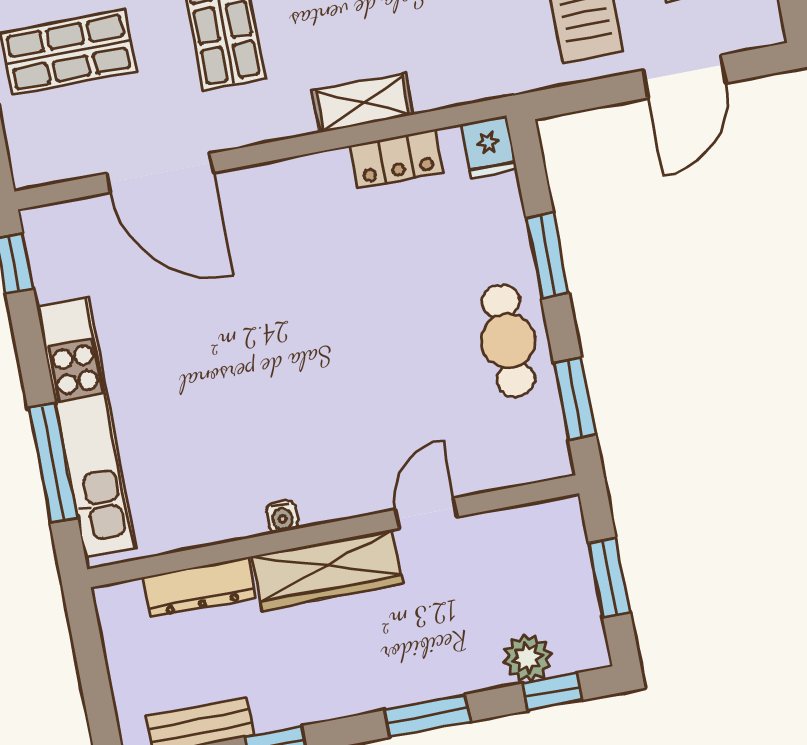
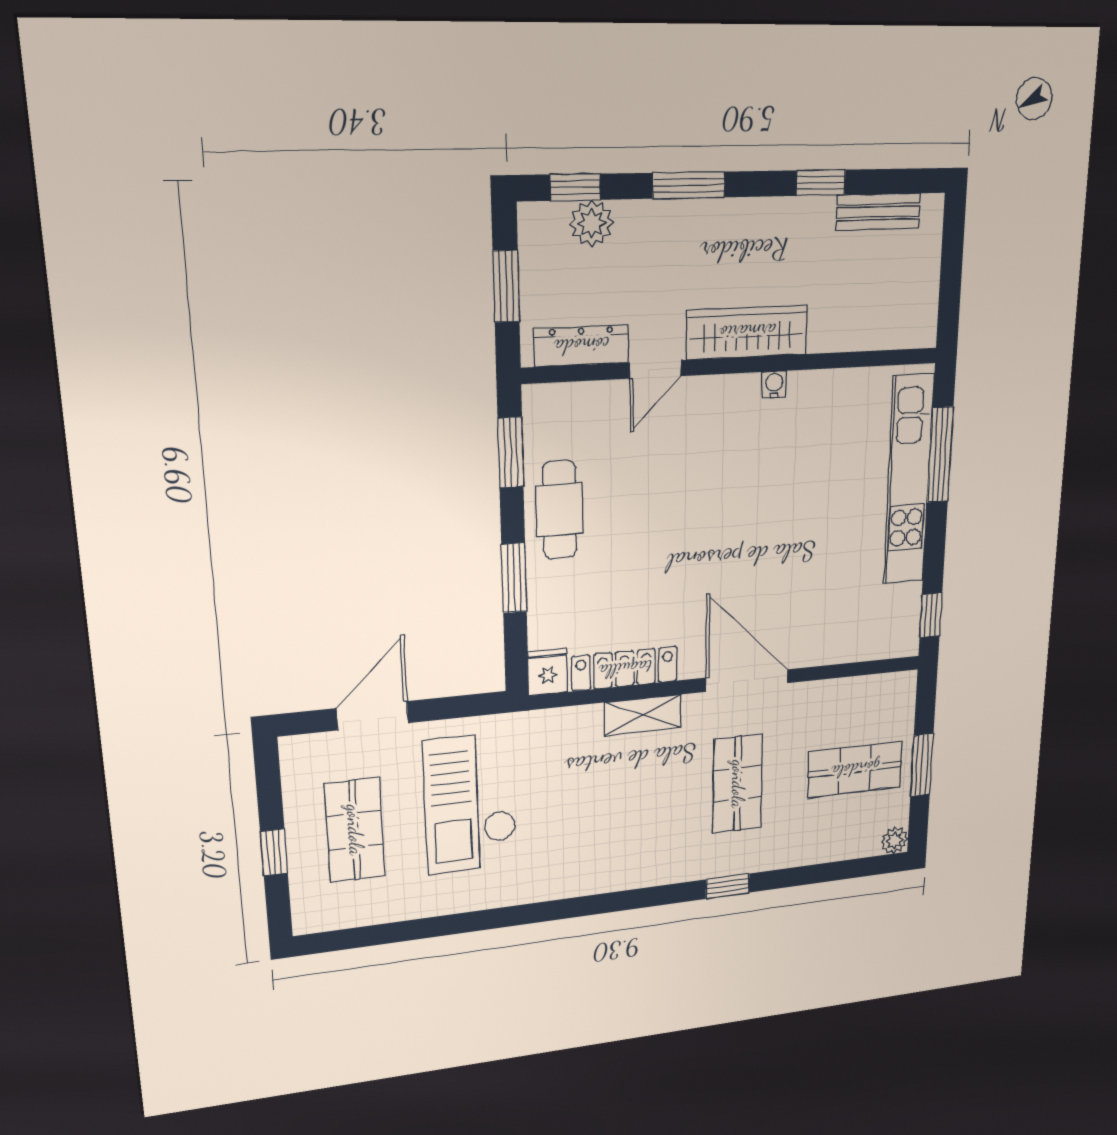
locker: (396, 159) -> (625, 669), width x1.53
door: (160, 173) -> (747, 680), moved
dresser: (199, 588) -> (581, 346), moved

